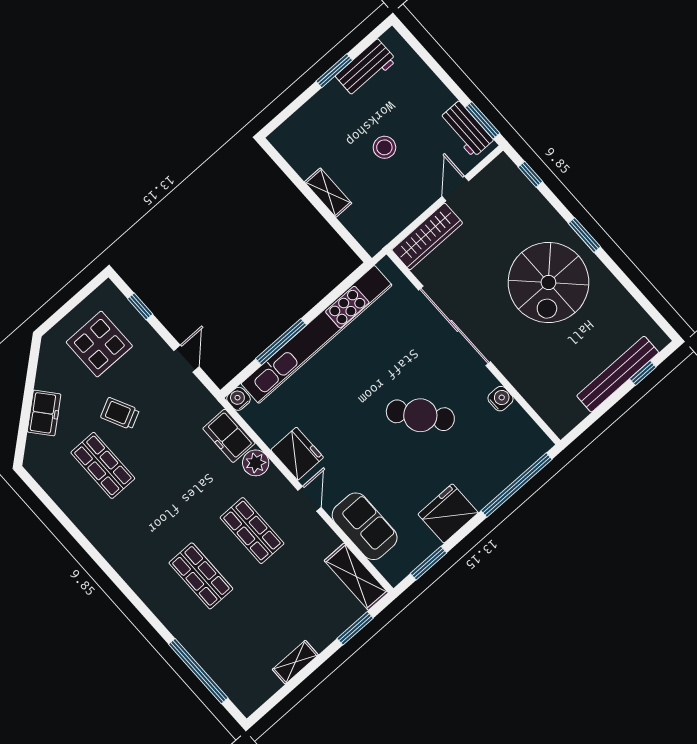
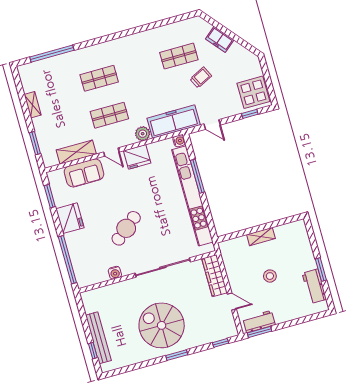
display table: (99, 344) -> (253, 92), moved
freezer: (229, 436) -> (174, 122), width x1.91, depth x1.26
shelving: (356, 577) -> (76, 152), moved

